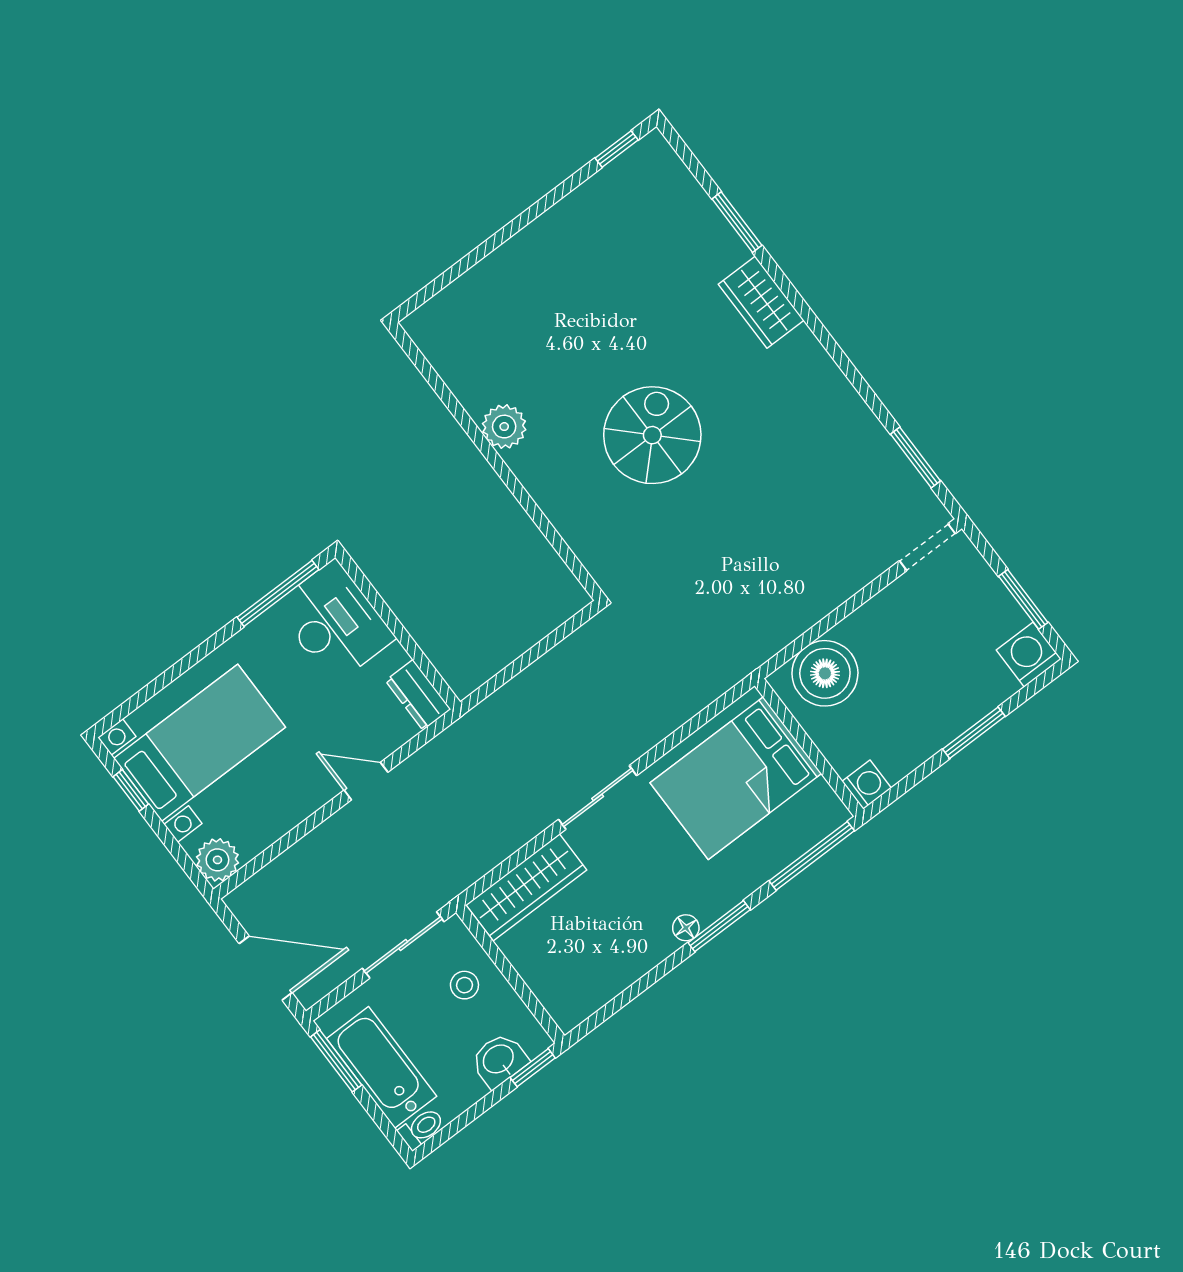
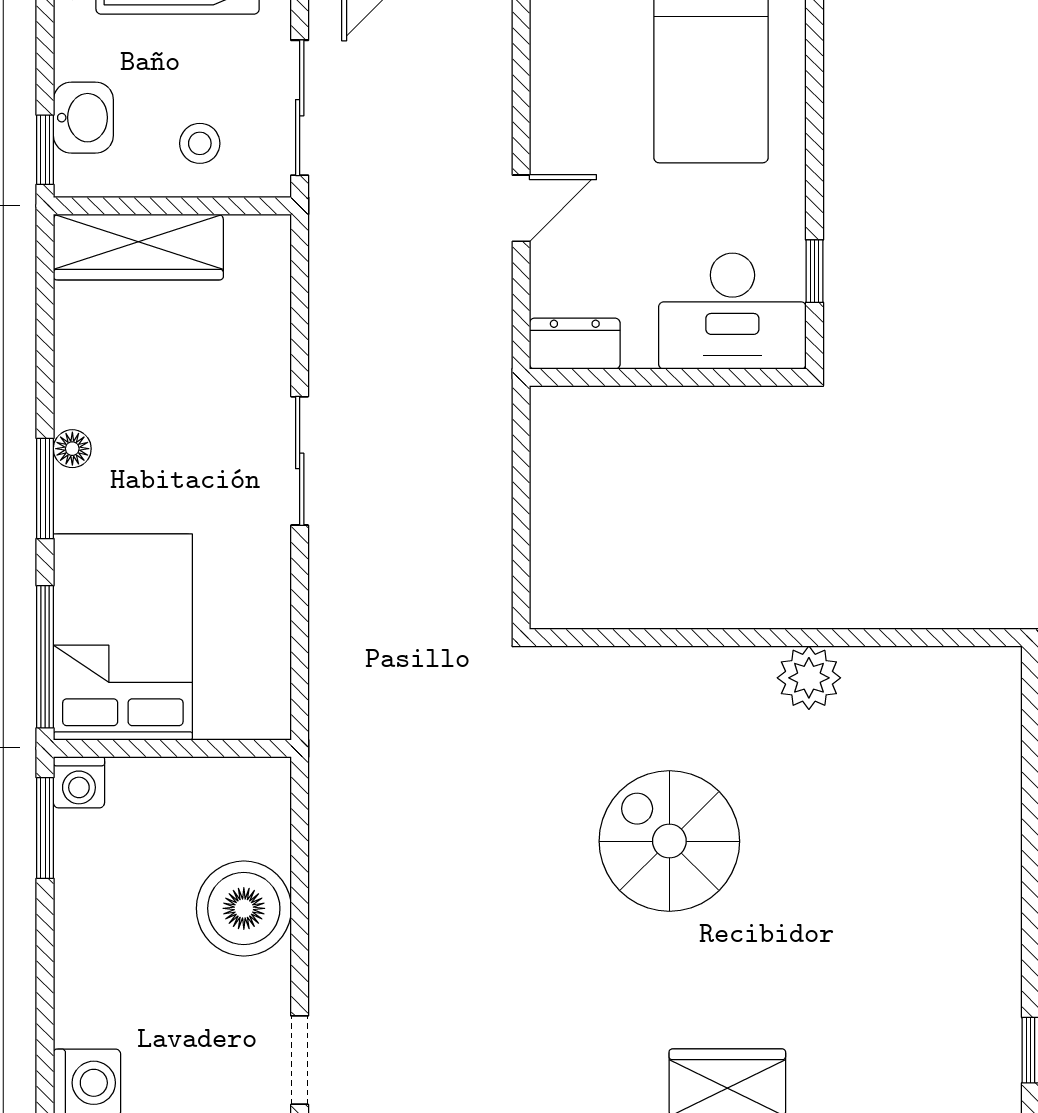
spiral stairs: (652, 435) -> (669, 841), turned 180
window: (278, 593) -> (815, 271), width x0.46
boiler: (825, 673) -> (244, 908), moved
window: (974, 733) -> (45, 828), moved
bed: (736, 778) -> (123, 637), moved
wardrobe: (526, 887) -> (138, 247), moved, turned -90

